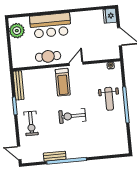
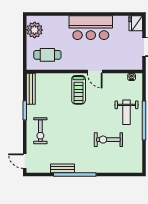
bar counter: (50, 25) -> (91, 28), moved
cafe table: (48, 56) -> (47, 55), moved
door: (76, 64) -> (95, 71), swing flipped
exercise bike: (72, 116) -> (108, 140), moved

